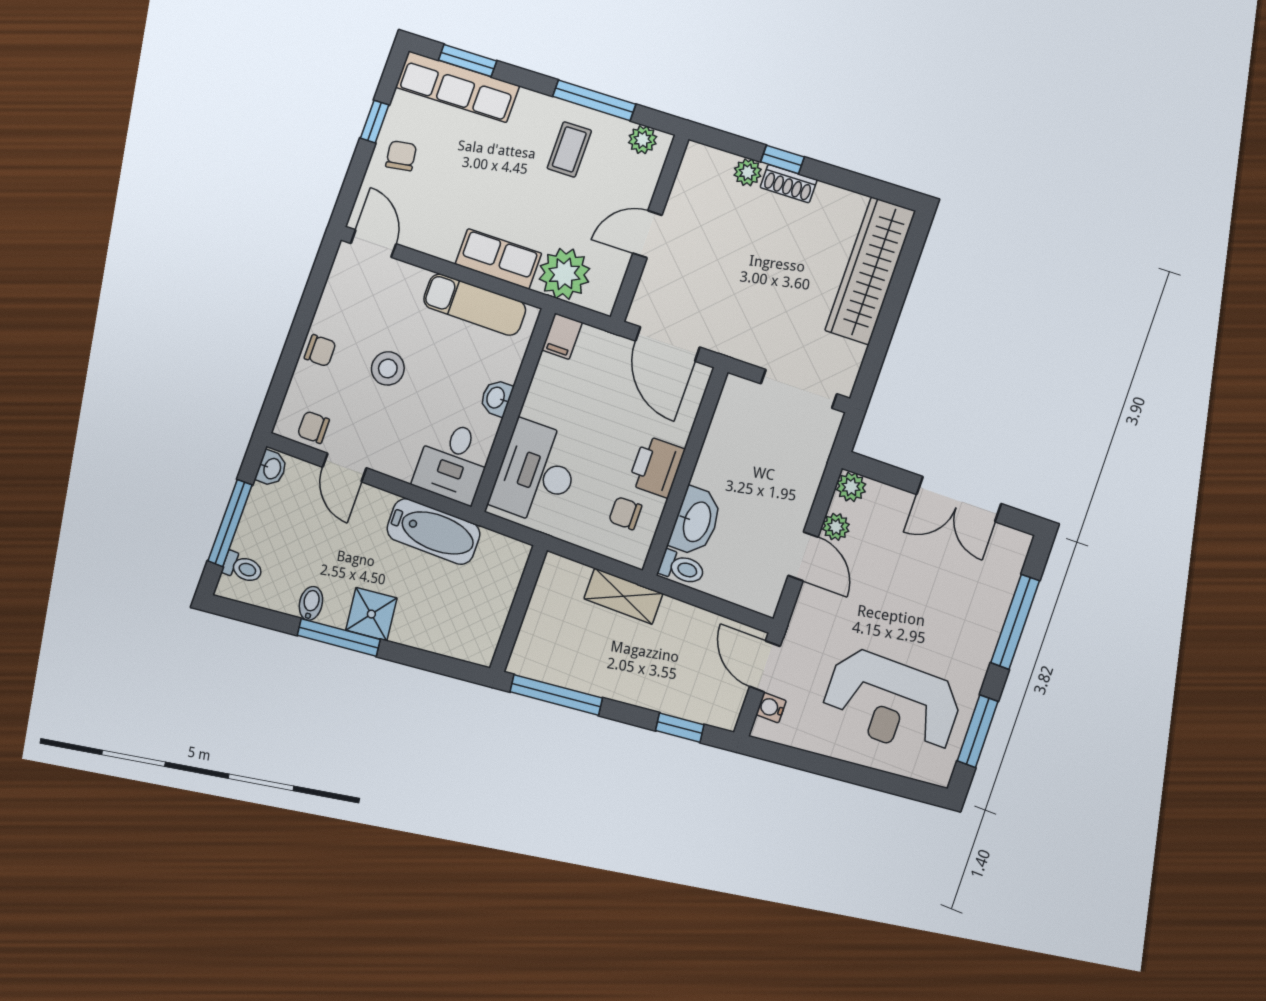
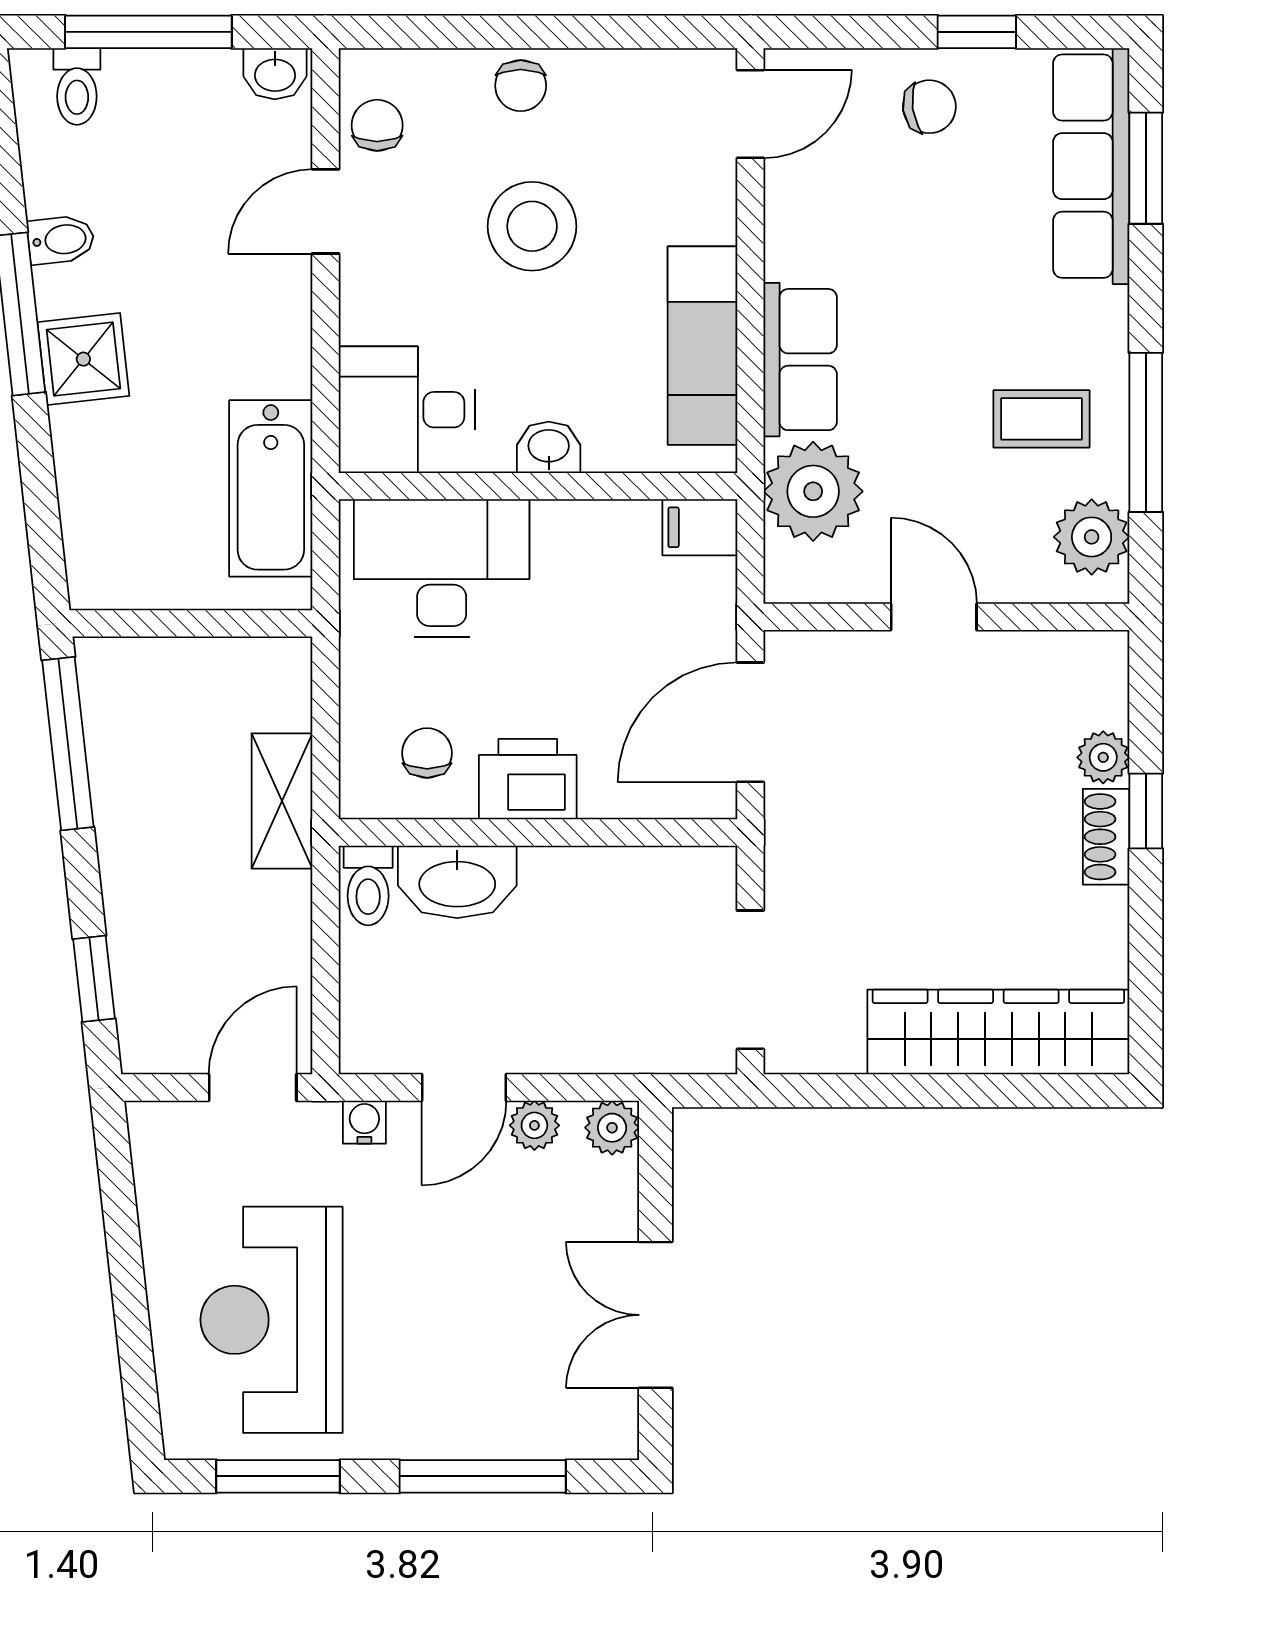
plant: (643, 140) -> (1092, 537), width x1.38, depth x1.38
stool: (388, 368) -> (532, 226), width x1.38, depth x1.38
bathtub: (433, 531) -> (271, 488), moved
water cooler: (771, 708) -> (364, 1122), moved

